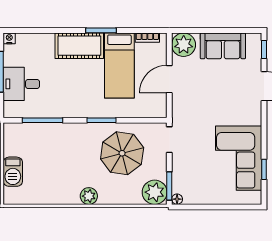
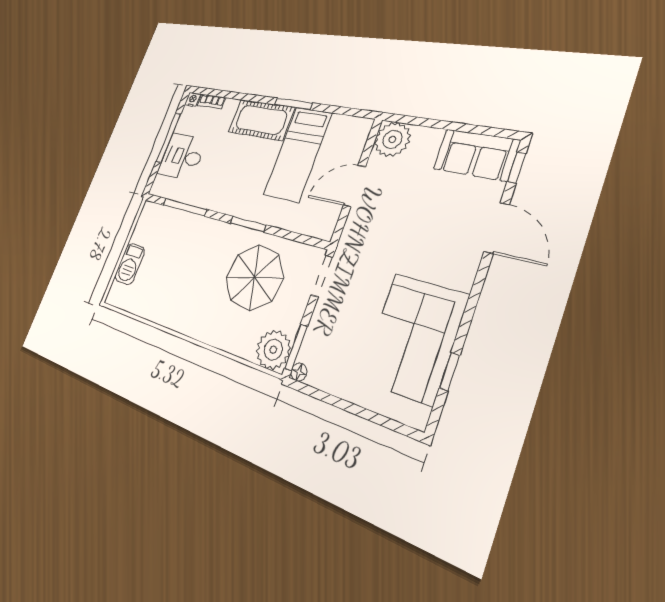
bookcase: (147, 38) -> (212, 101), moved
sofa: (223, 46) -> (476, 155), moved
plant: (89, 196) -> (193, 325), removed

